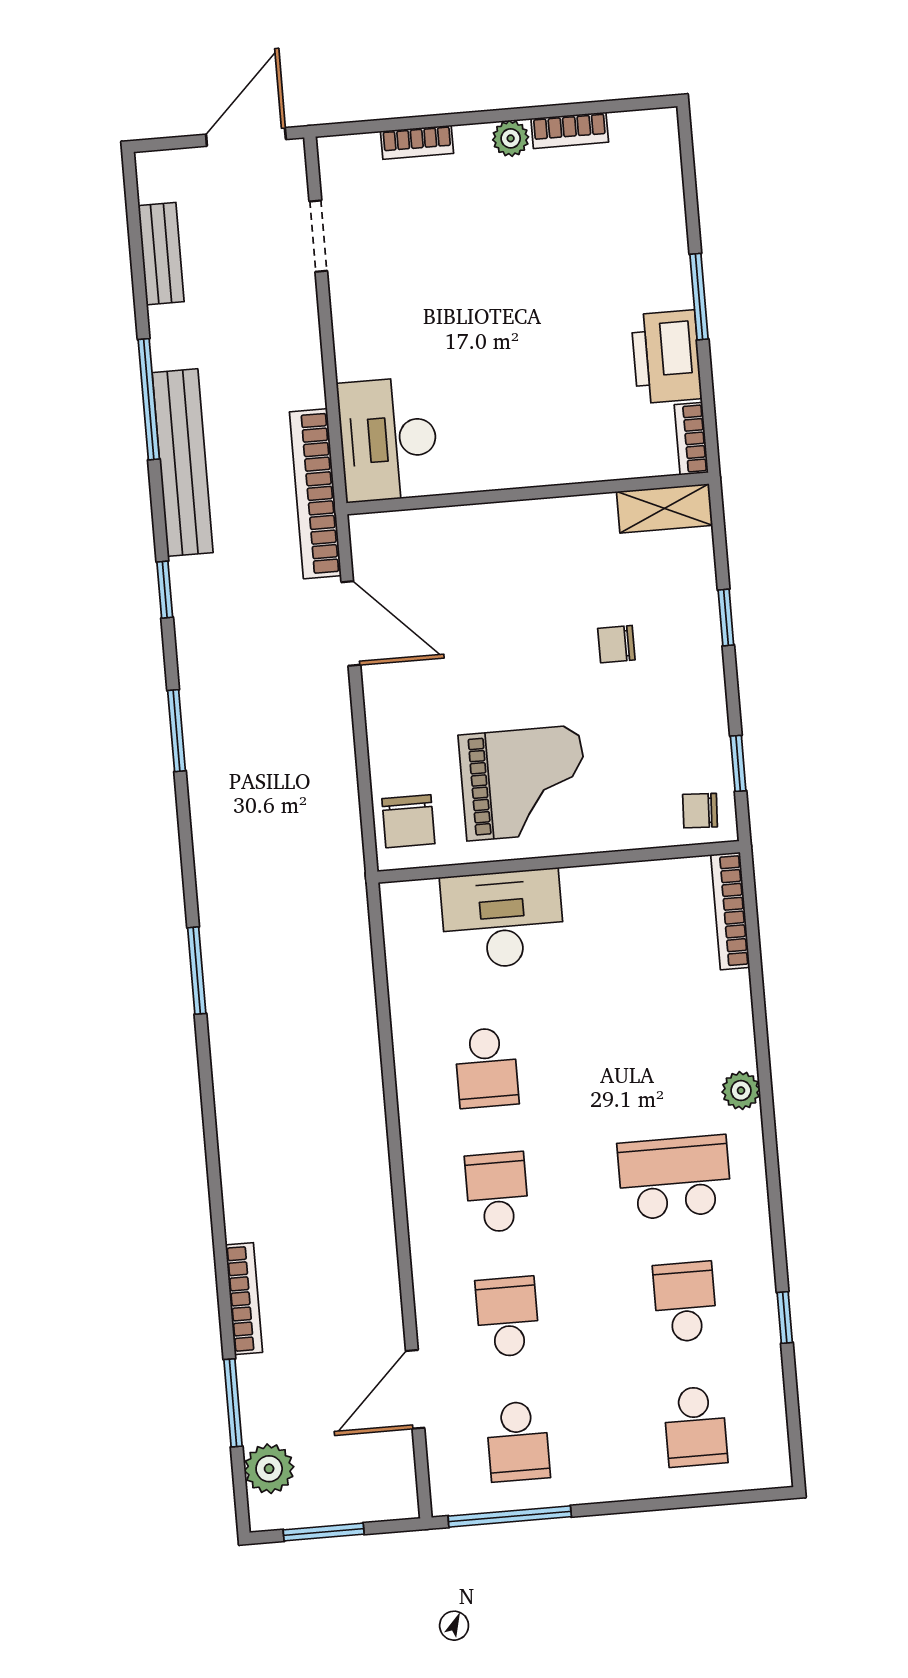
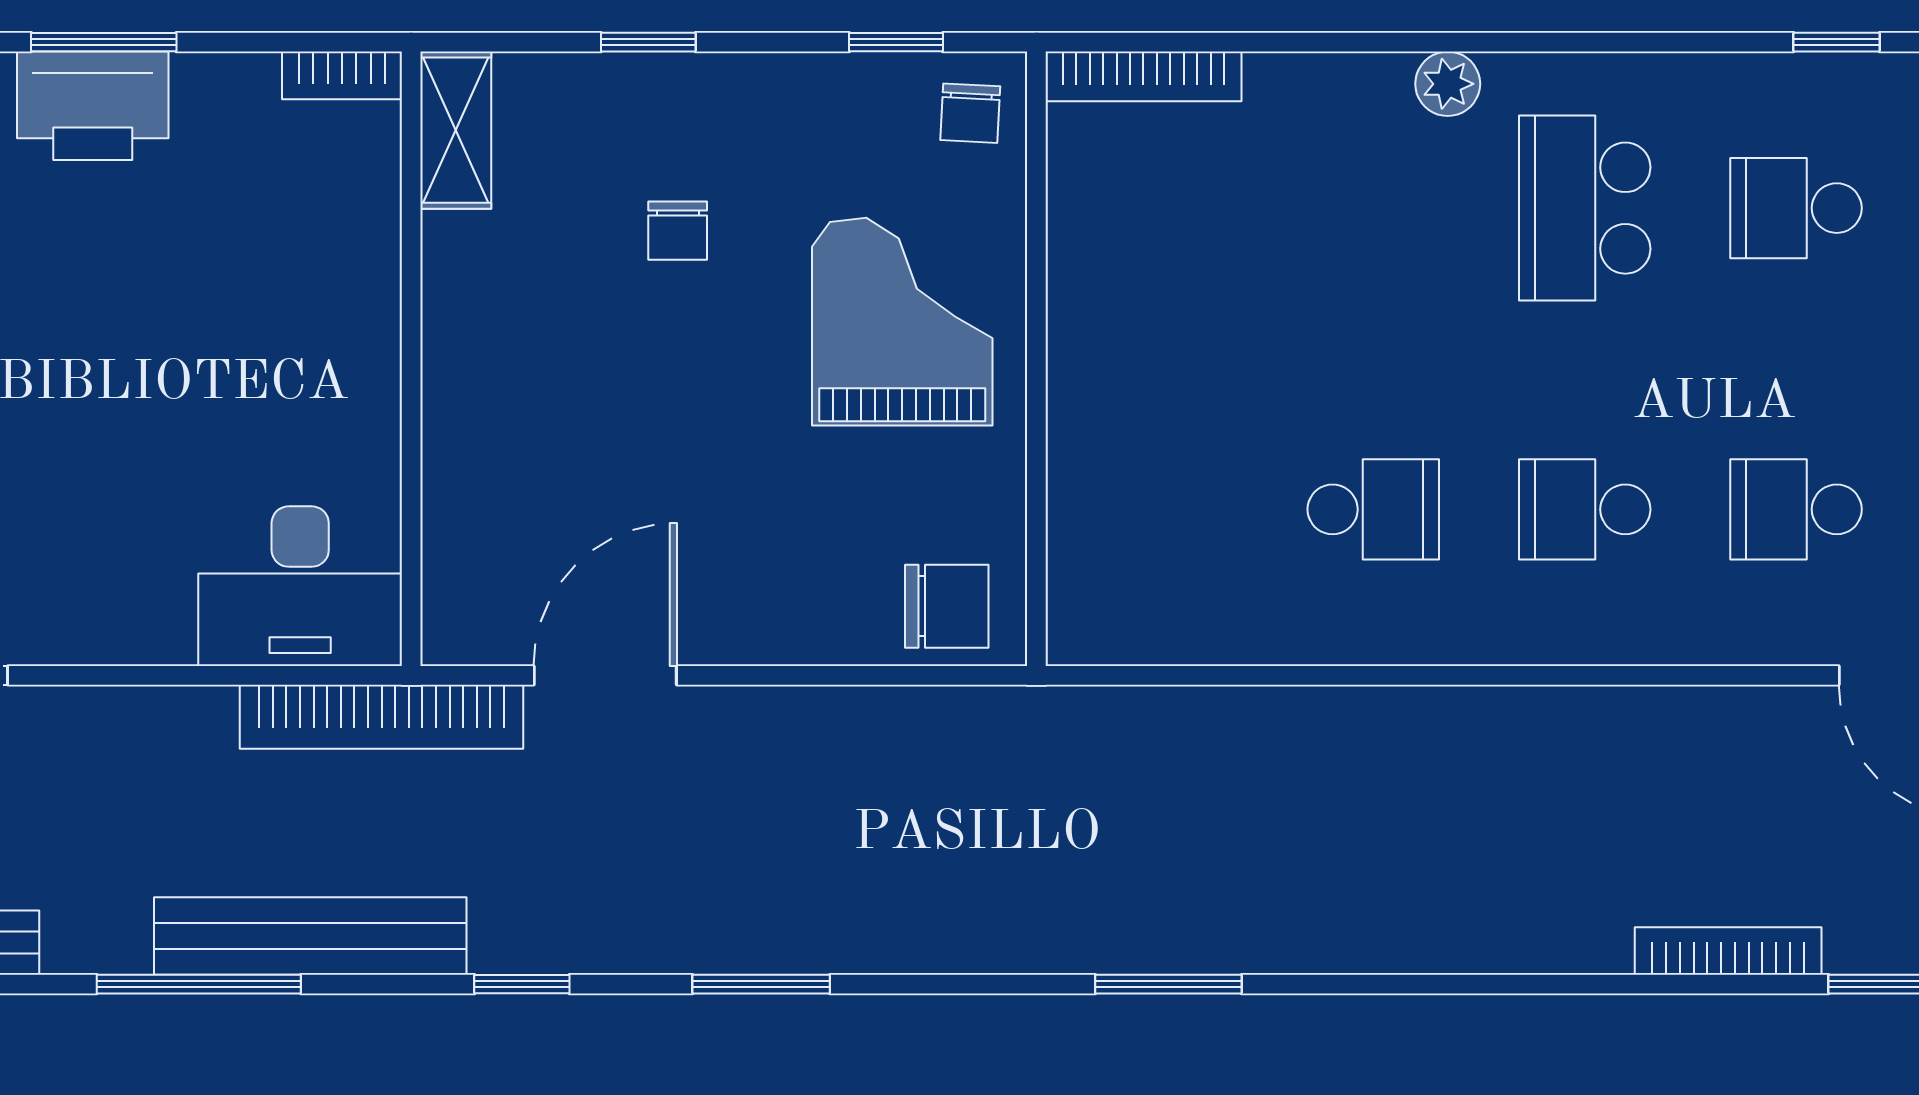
printer: (666, 357) -> (93, 106), moved
grand piano: (524, 783) -> (902, 322), moved
desk: (502, 919) -> (1125, 461), removed

